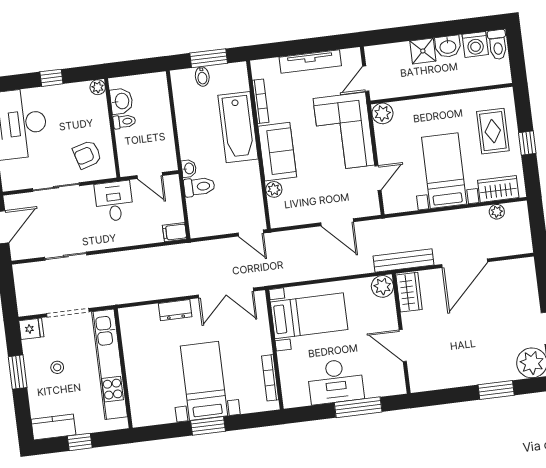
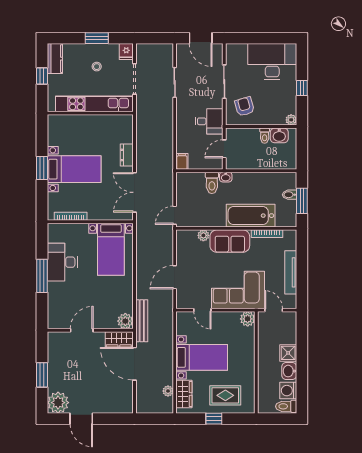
plant: (382, 286) -> (125, 321), moved
wardrobe: (409, 292) -> (119, 339), moved
wall: (401, 334) -> (90, 330), moved
door: (403, 345) -> (82, 330), moved

